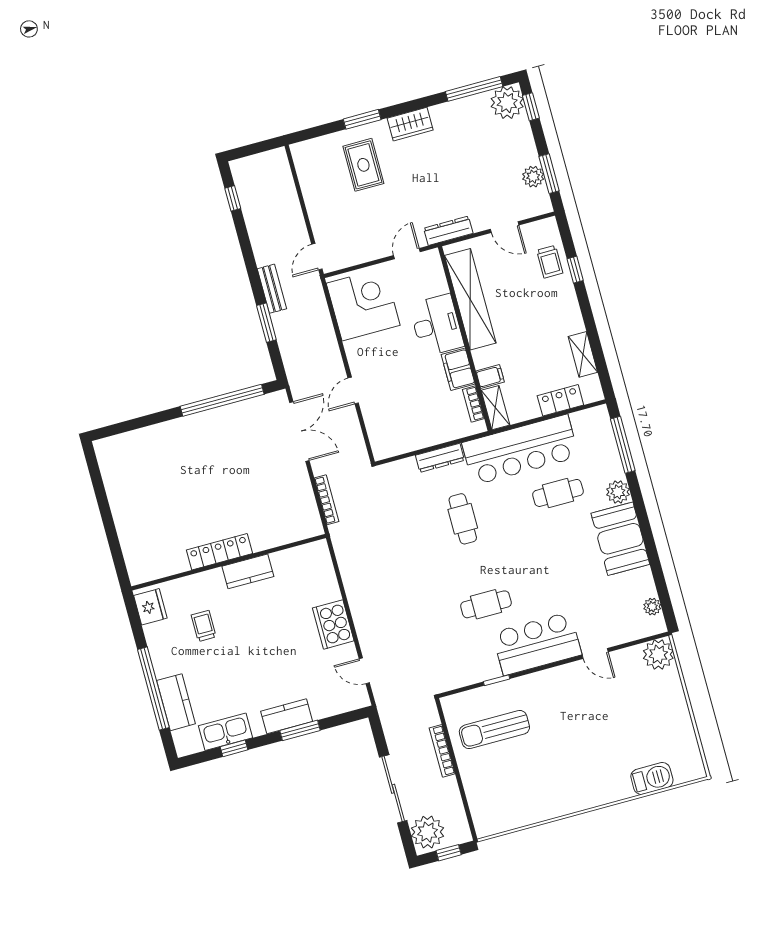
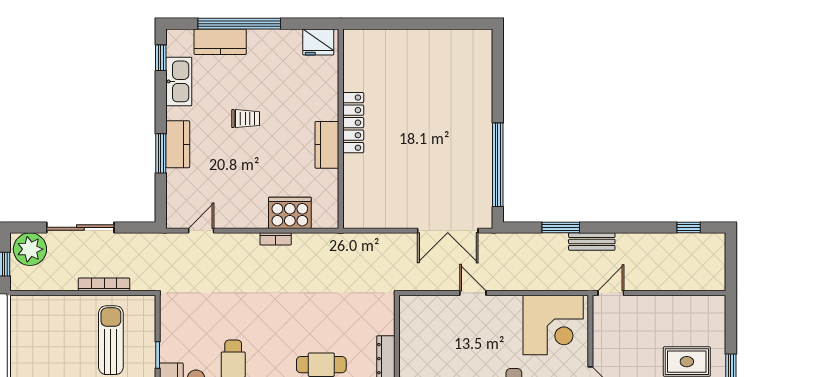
door: (317, 257) -> (611, 293), hinge flipped
bookcase: (326, 500) -> (276, 239), moved, width x0.64
cooker: (333, 624) -> (290, 213), moved
trolley: (204, 626) -> (246, 119), moved
window: (234, 748) -> (161, 58), moved

